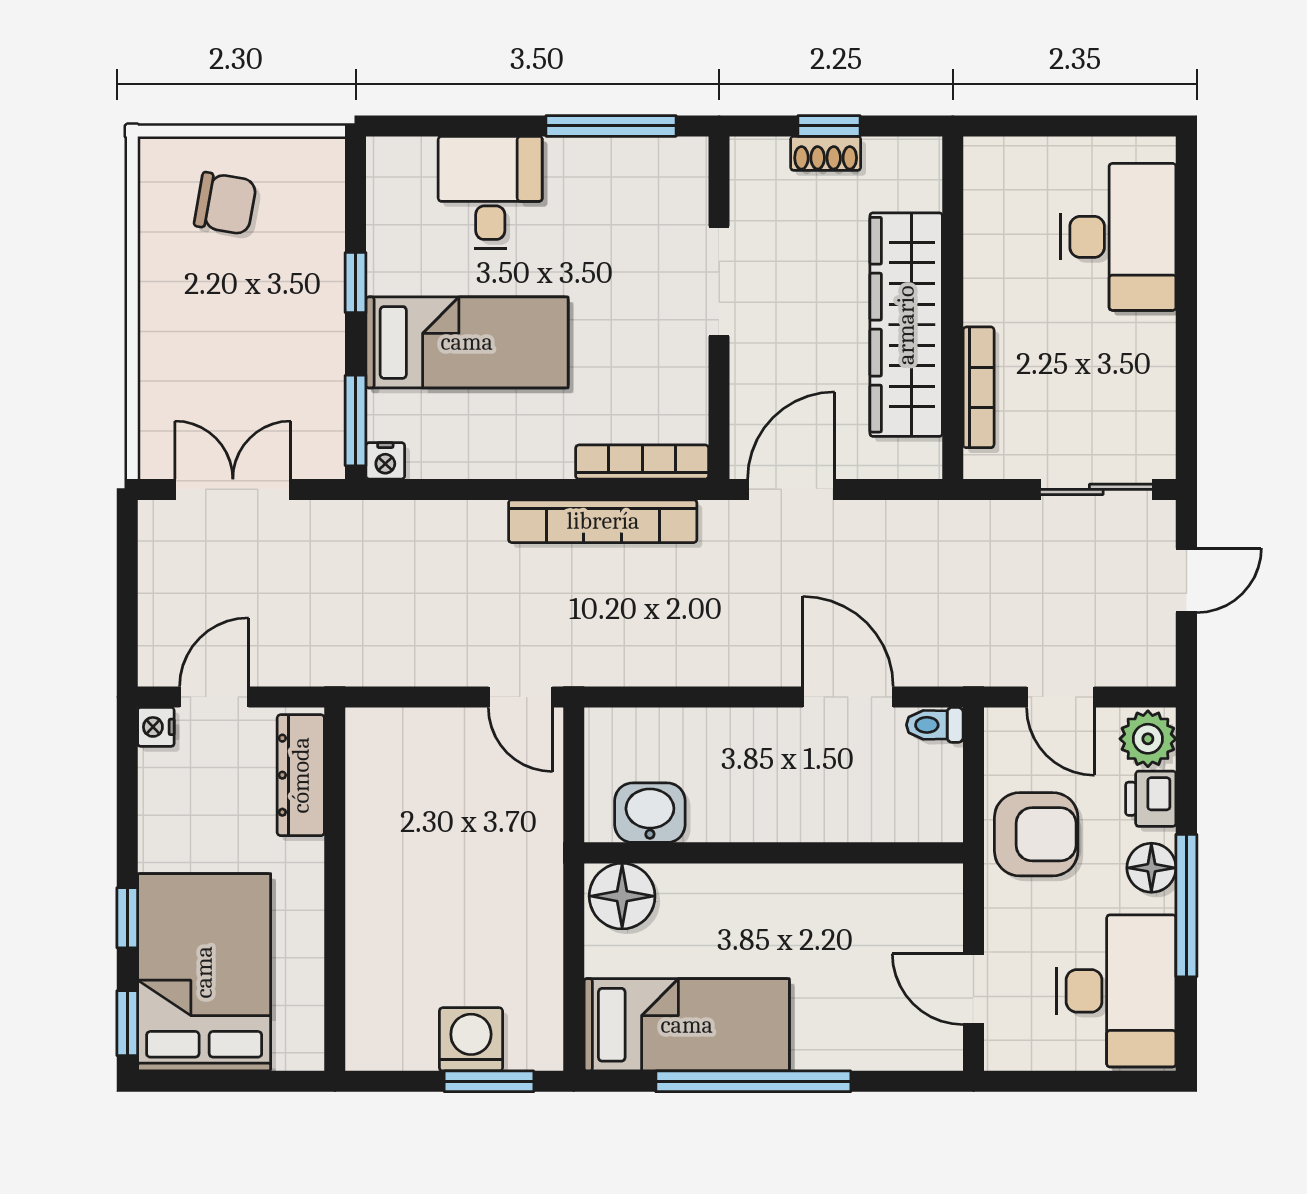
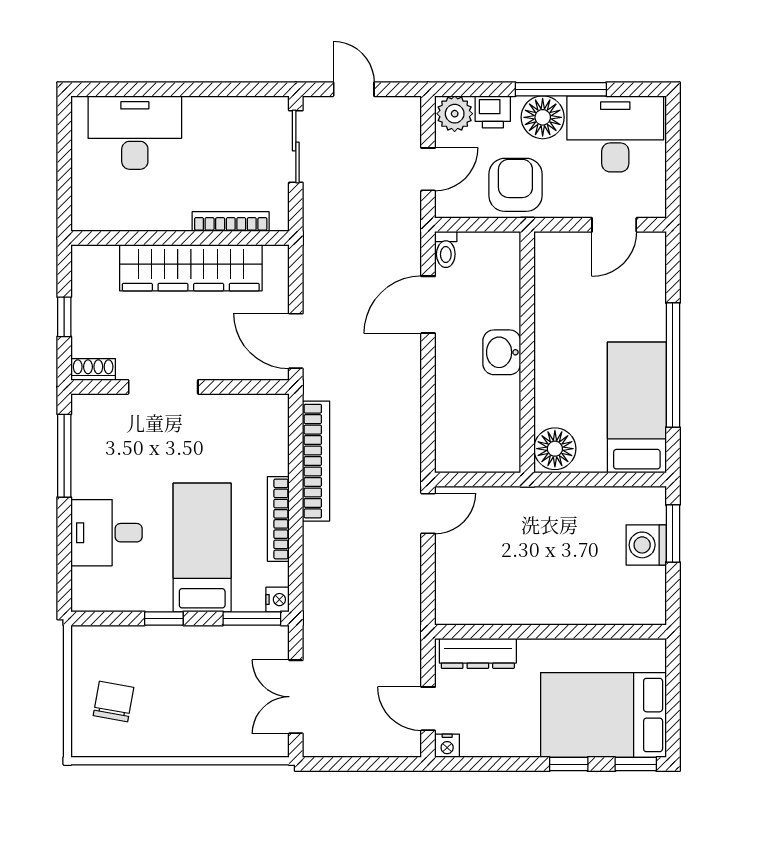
shoe rack: (826, 153) -> (93, 369), moved, turned -90
bookcase: (642, 462) -> (278, 519), moved
washbasin: (650, 813) -> (502, 352), moved
floor lamp: (1151, 868) -> (543, 117), width x1.38, depth x1.38

